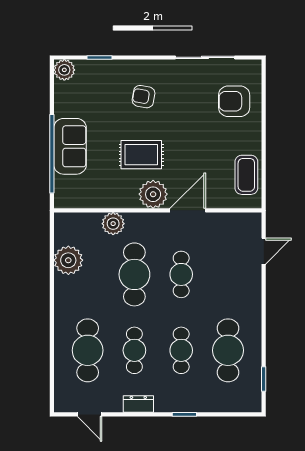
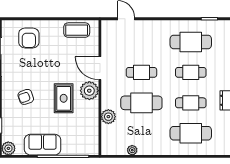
armchair: (143, 97) -> (26, 97), turned 61
sofa: (70, 146) -> (43, 145), moved
plant: (68, 260) -> (132, 150), width x0.53, depth x0.53

